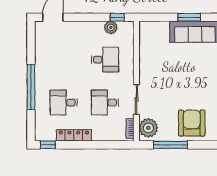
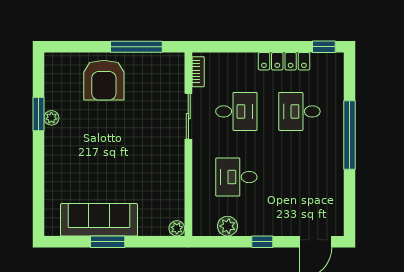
window: (117, 17) -> (262, 242), moved
desk: (64, 103) -> (299, 111), turned 180
plant: (148, 128) -> (177, 228), moved, width x0.53, depth x0.53

